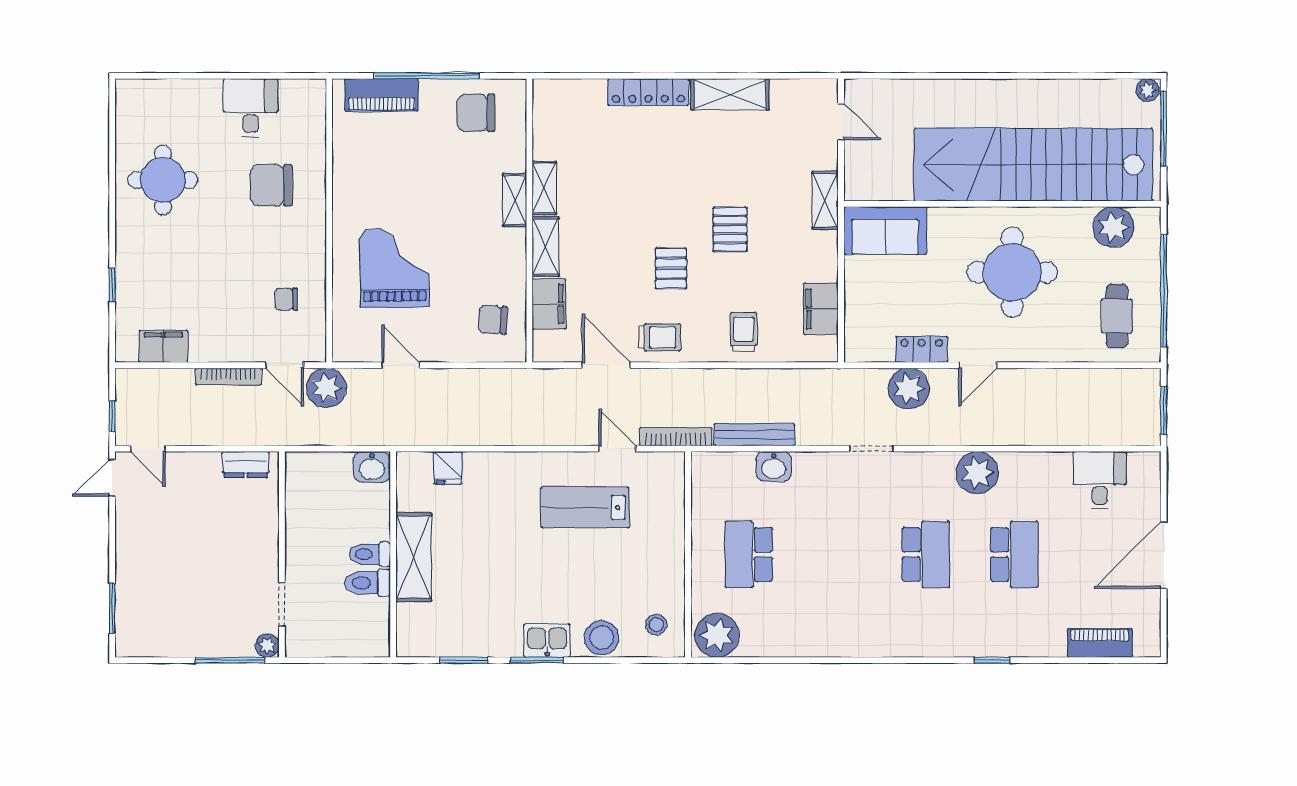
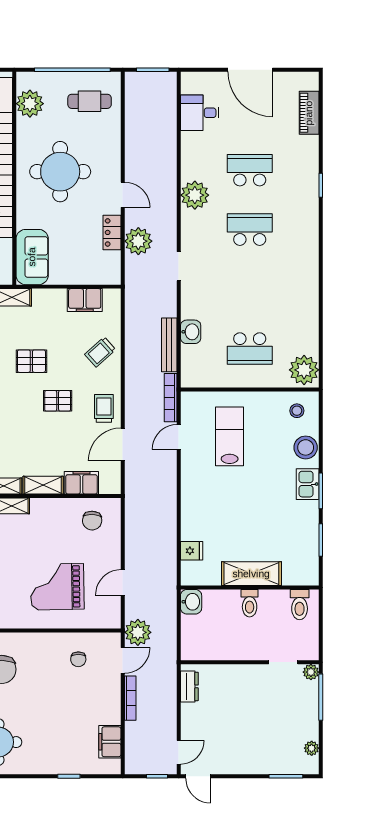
trolley: (744, 332) -> (100, 352), turned -42
lab bench: (585, 507) -> (230, 436), moved, turned 180
toilet: (368, 583) -> (300, 605), moved
plant: (154, 646) -> (312, 748), added

